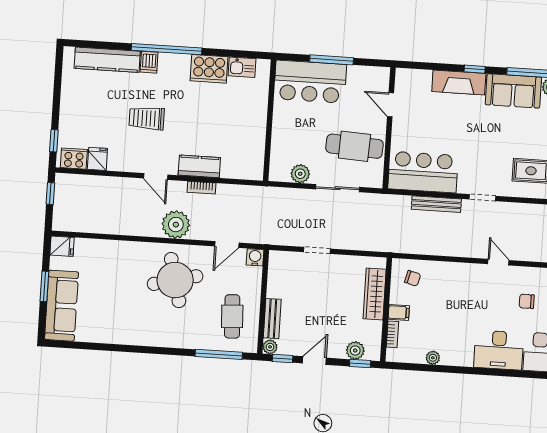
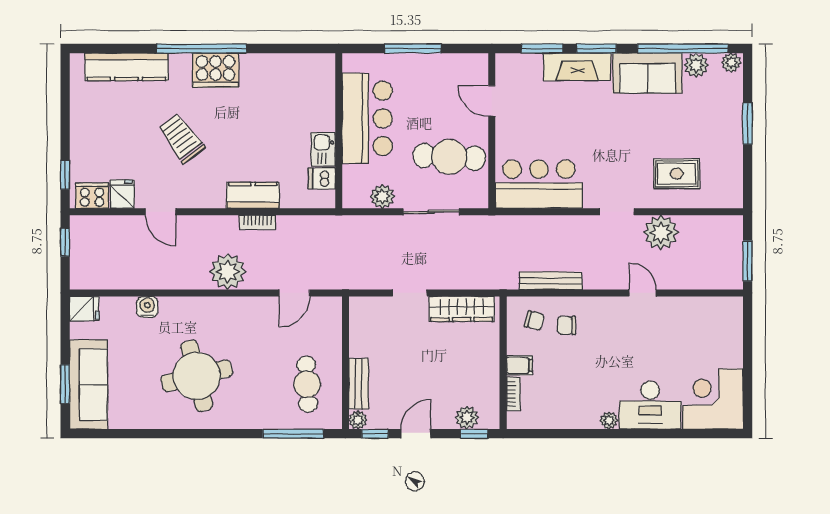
dishwasher: (149, 62) -> (322, 178), moved, turned 90
window: (432, 66) -> (542, 48), added
kitchen sink: (242, 67) -> (323, 149), moved, turned 90
cooker: (209, 69) -> (216, 70), moved
window: (475, 69) -> (596, 48), width x1.50
bar counter: (310, 82) -> (367, 118), moved, turned -90
trolley: (147, 118) -> (182, 138), turned 53
door: (156, 176) -> (161, 212), moved
bench: (436, 204) -> (551, 281), moved
plant: (516, 216) -> (661, 233), added
water cooler: (255, 257) -> (147, 307), moved
round table: (175, 280) -> (197, 376), moved
window: (44, 286) -> (65, 384), moved
wardrobe: (375, 294) -> (462, 309), moved, turned -90
chair: (527, 301) -> (566, 325), moved
plant: (433, 358) -> (609, 420), moved

